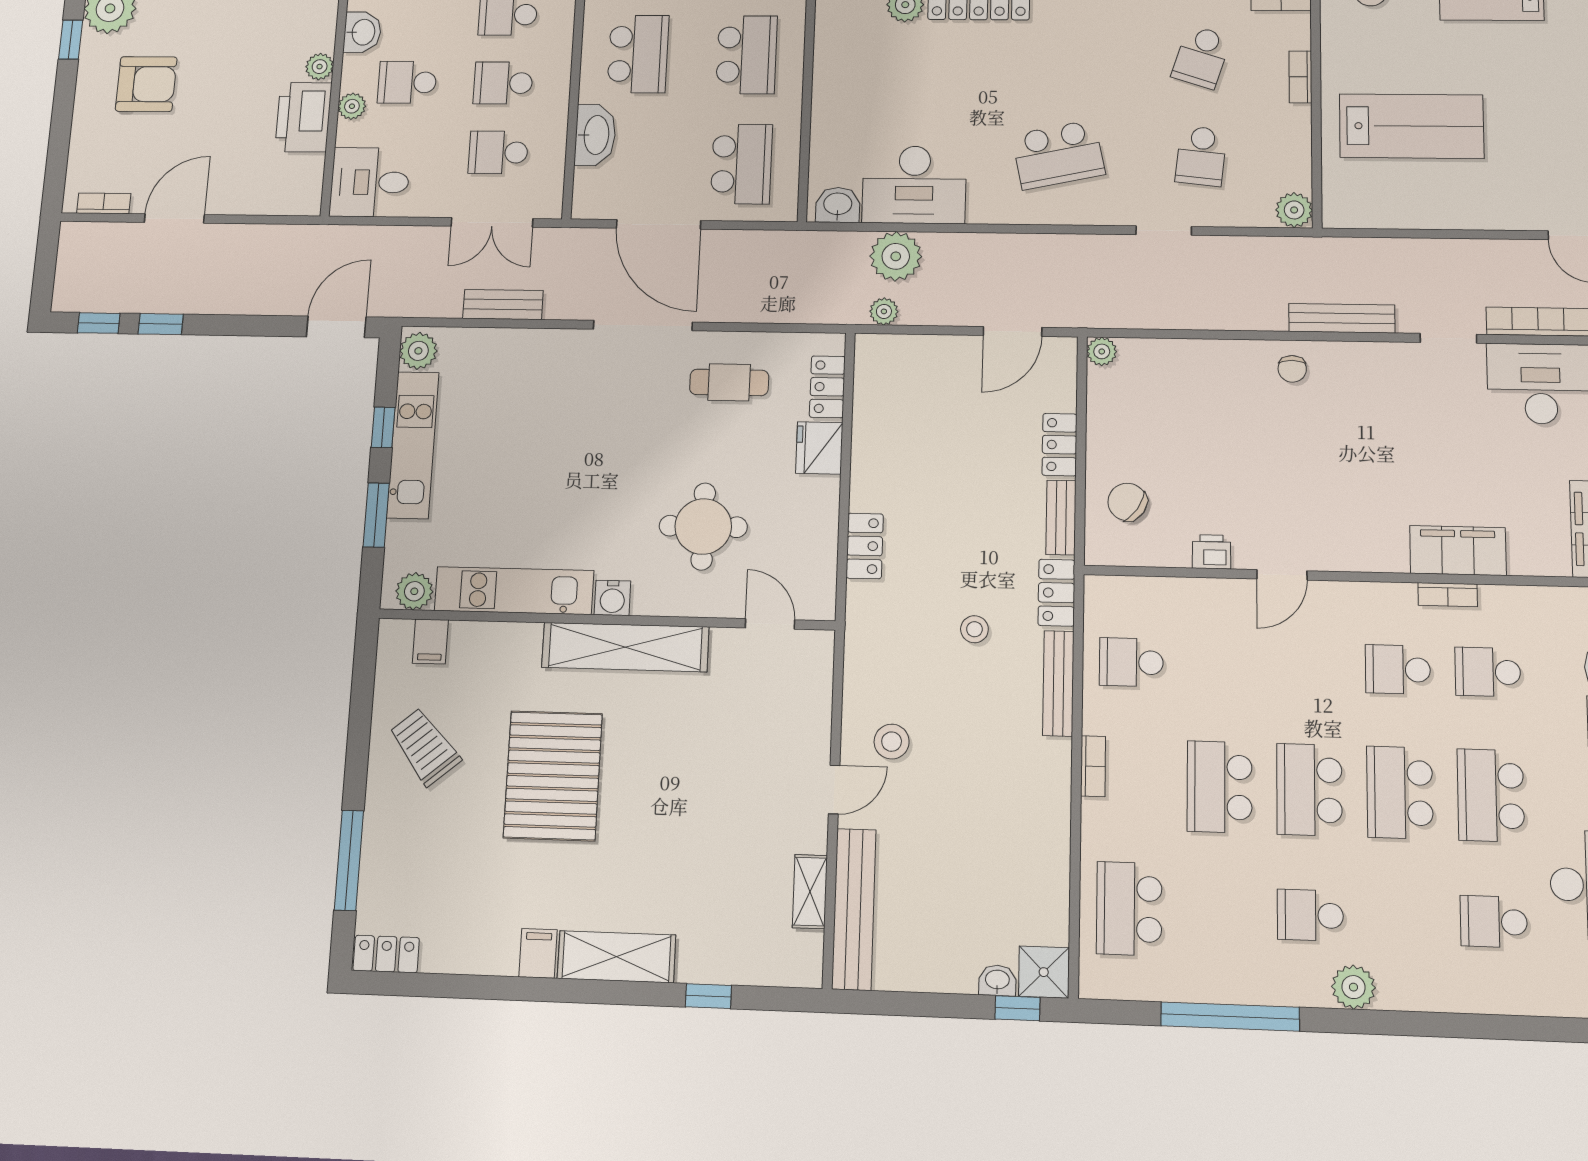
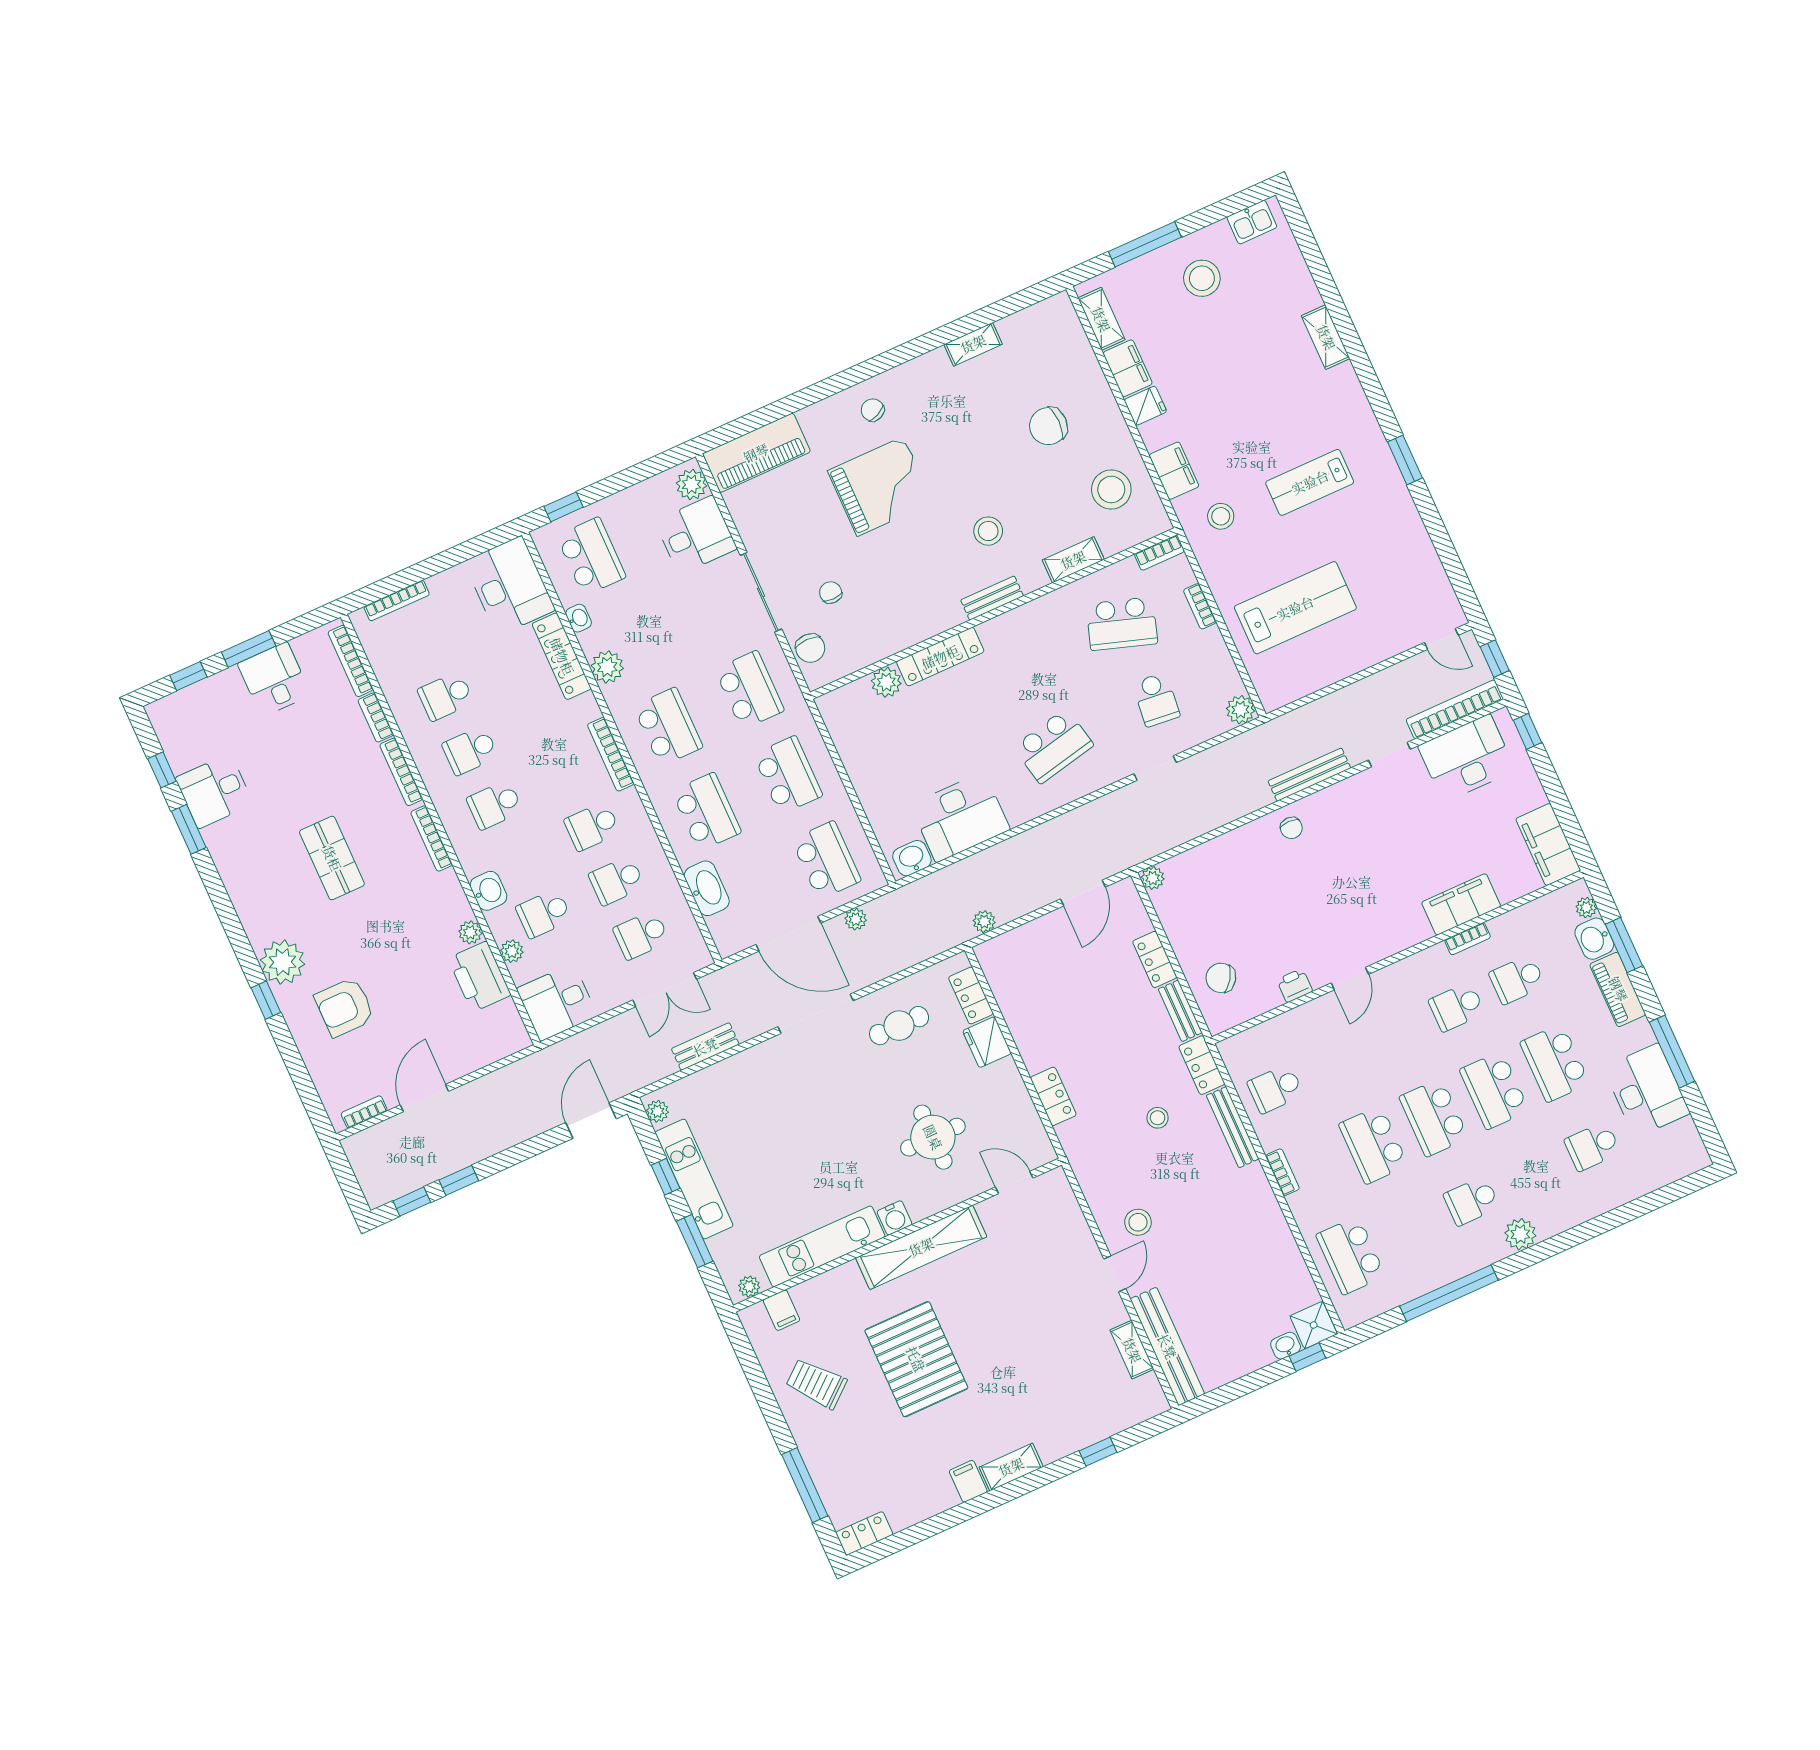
school desk: (1201, 57) -> (1122, 624), width x1.85
armchair: (146, 84) -> (345, 1007), turned 180
plant: (896, 256) -> (856, 919), moved, width x0.53, depth x0.53
plant: (418, 351) -> (657, 1111), width x0.73, depth x0.73
plant: (414, 591) -> (749, 1287), width x0.73, depth x0.73
shelving: (616, 957) -> (1011, 1467), width x0.67, depth x0.75

